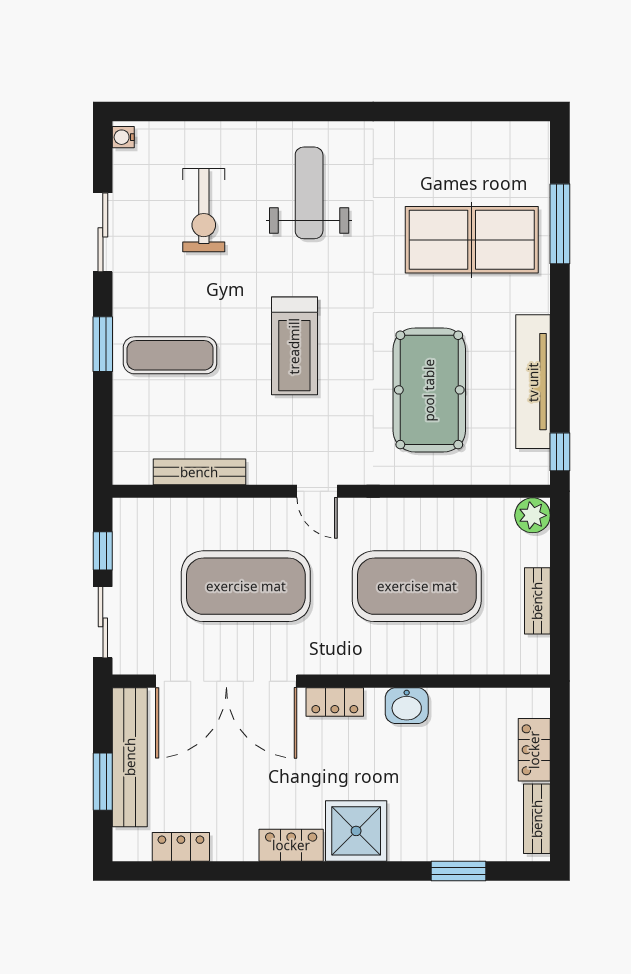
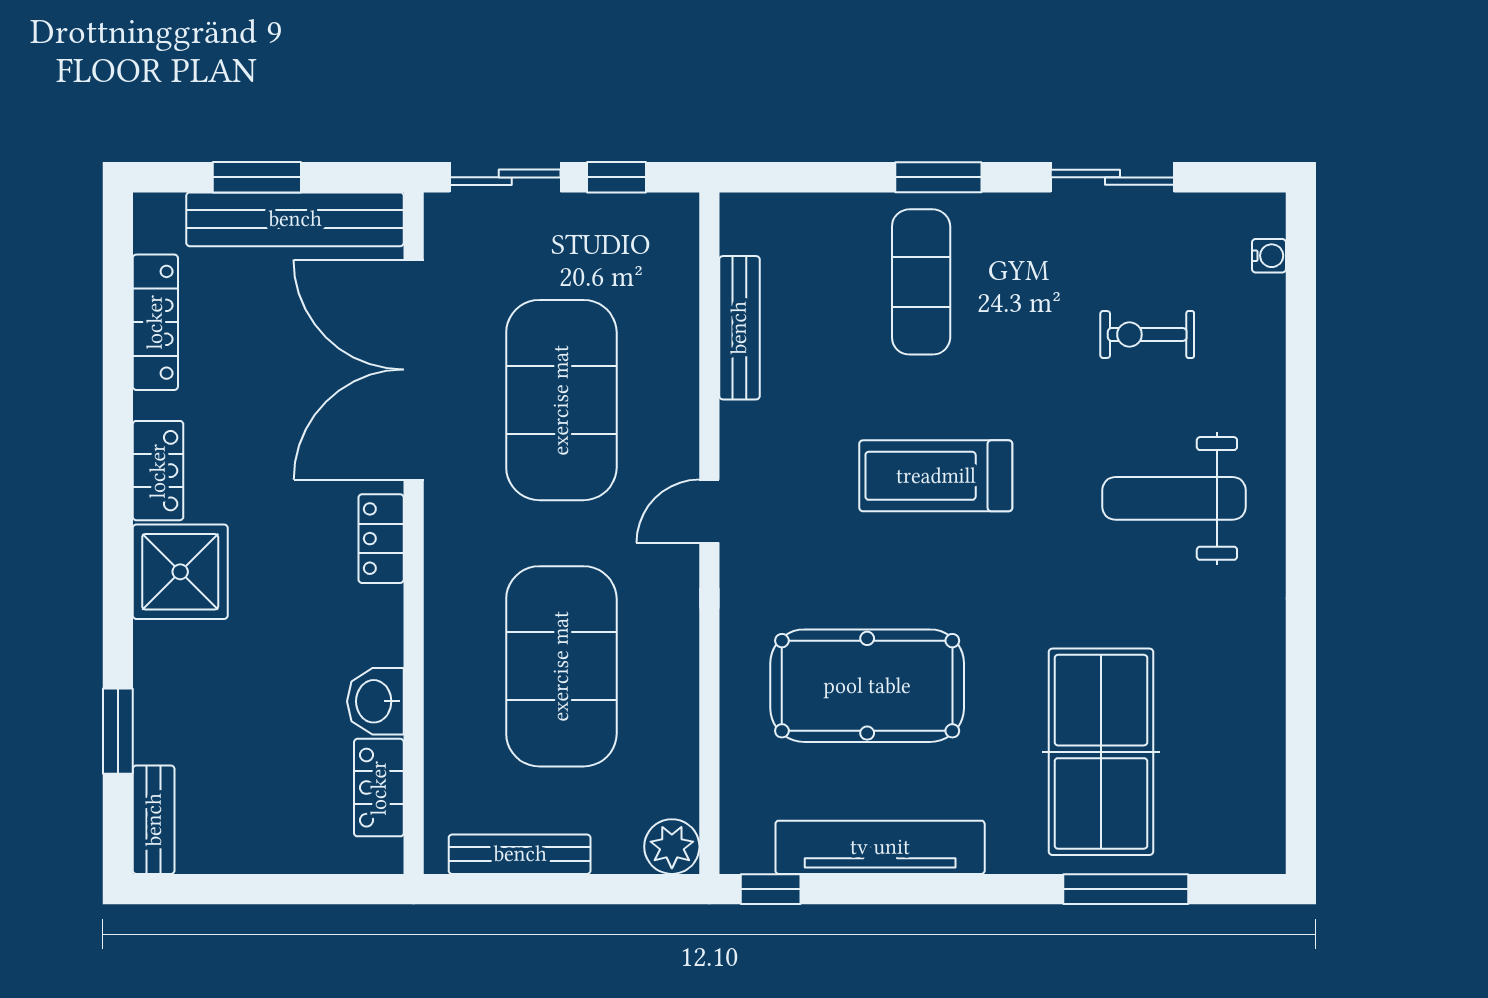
water cooler: (123, 137) -> (1269, 256), moved, turned 90
weight bench: (309, 193) -> (1174, 498), turned 180
exercise bike: (204, 210) -> (1147, 335), width x0.73, depth x0.72
bench: (537, 601) -> (520, 854), width x1.36
washbasin: (407, 706) -> (375, 701), moved
locker: (534, 750) -> (379, 788), moved, turned -90
bench: (537, 819) -> (154, 820), moved, turned 90
locker: (181, 847) -> (155, 322), width x1.53

